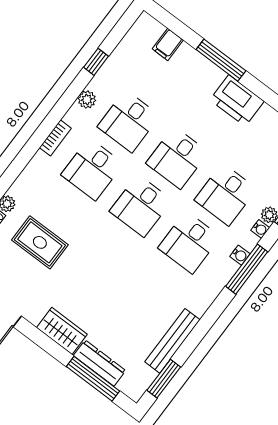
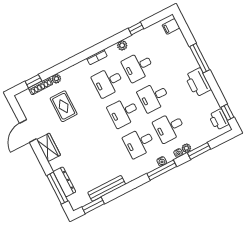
filing cabinet: (168, 44) -> (171, 26), moved
wardrobe: (62, 331) -> (49, 147), moved

